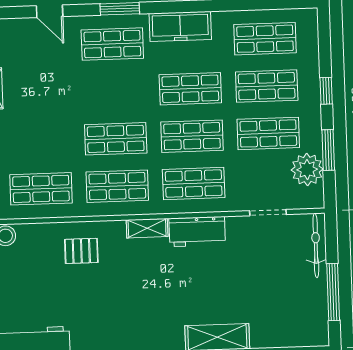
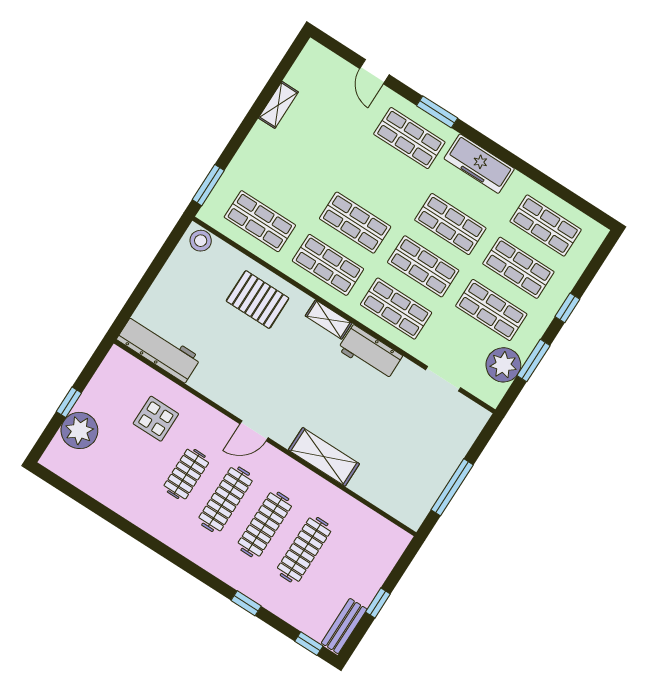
bicycle: (316, 245) -> (465, 436), removed
pallet: (81, 251) -> (258, 300), width x1.50, depth x1.42

